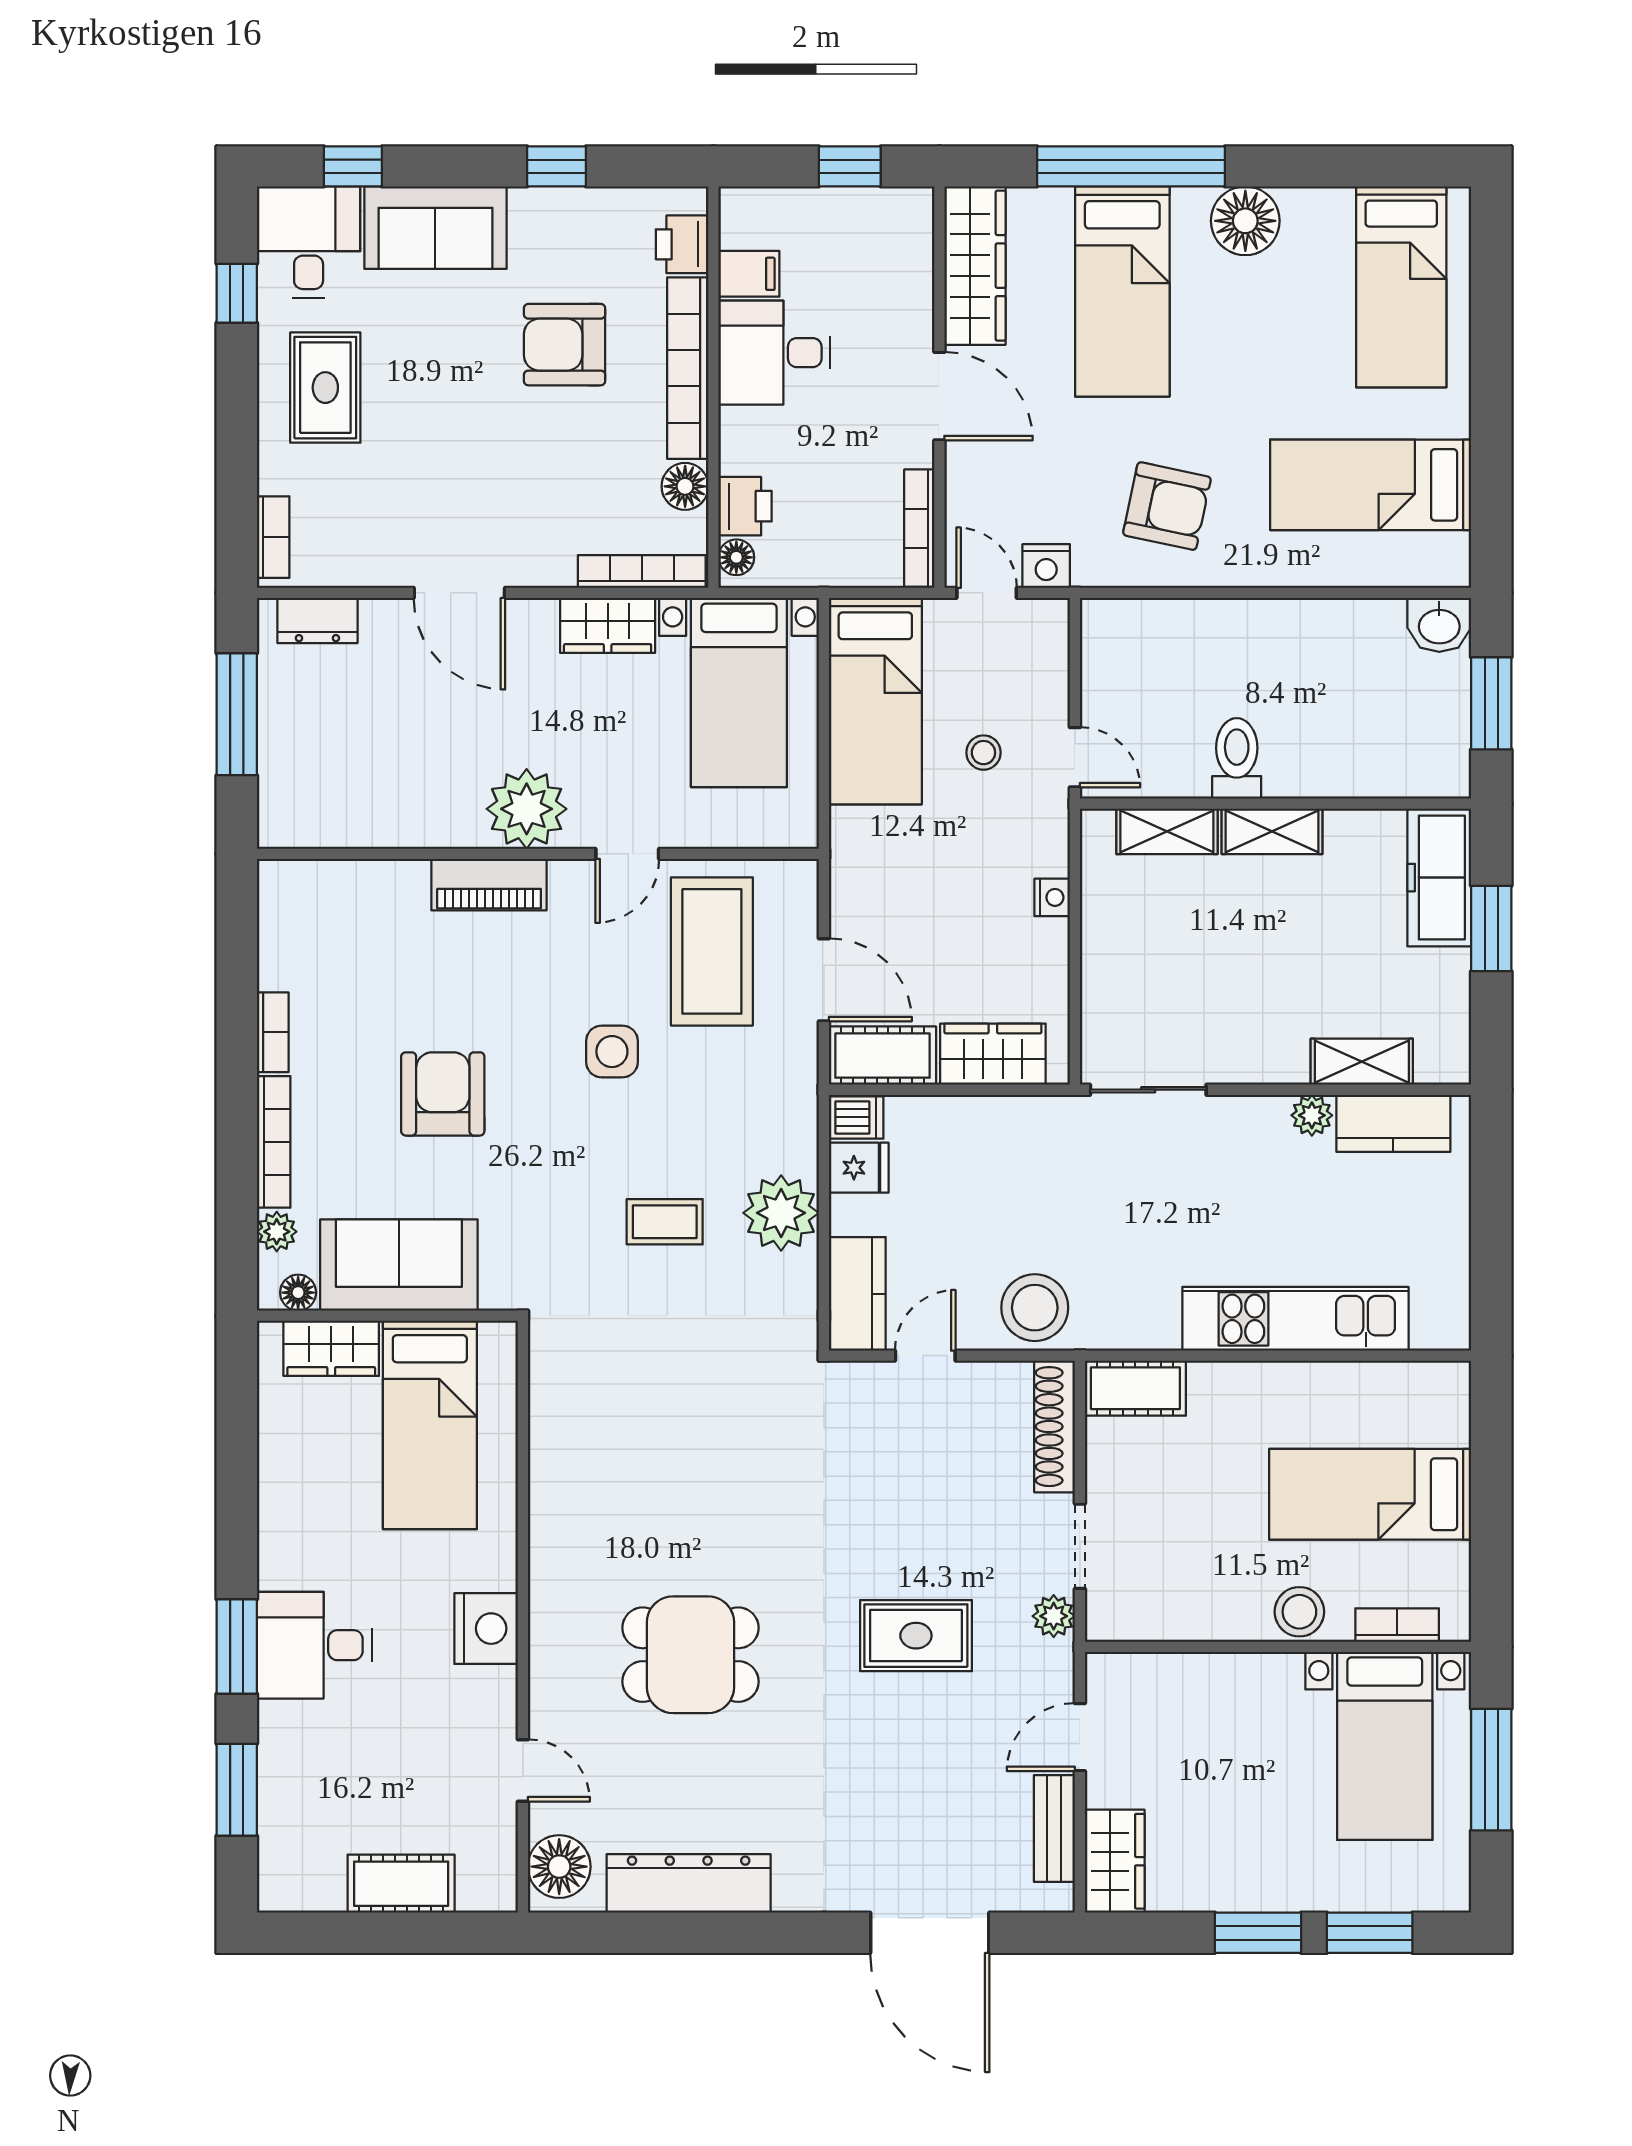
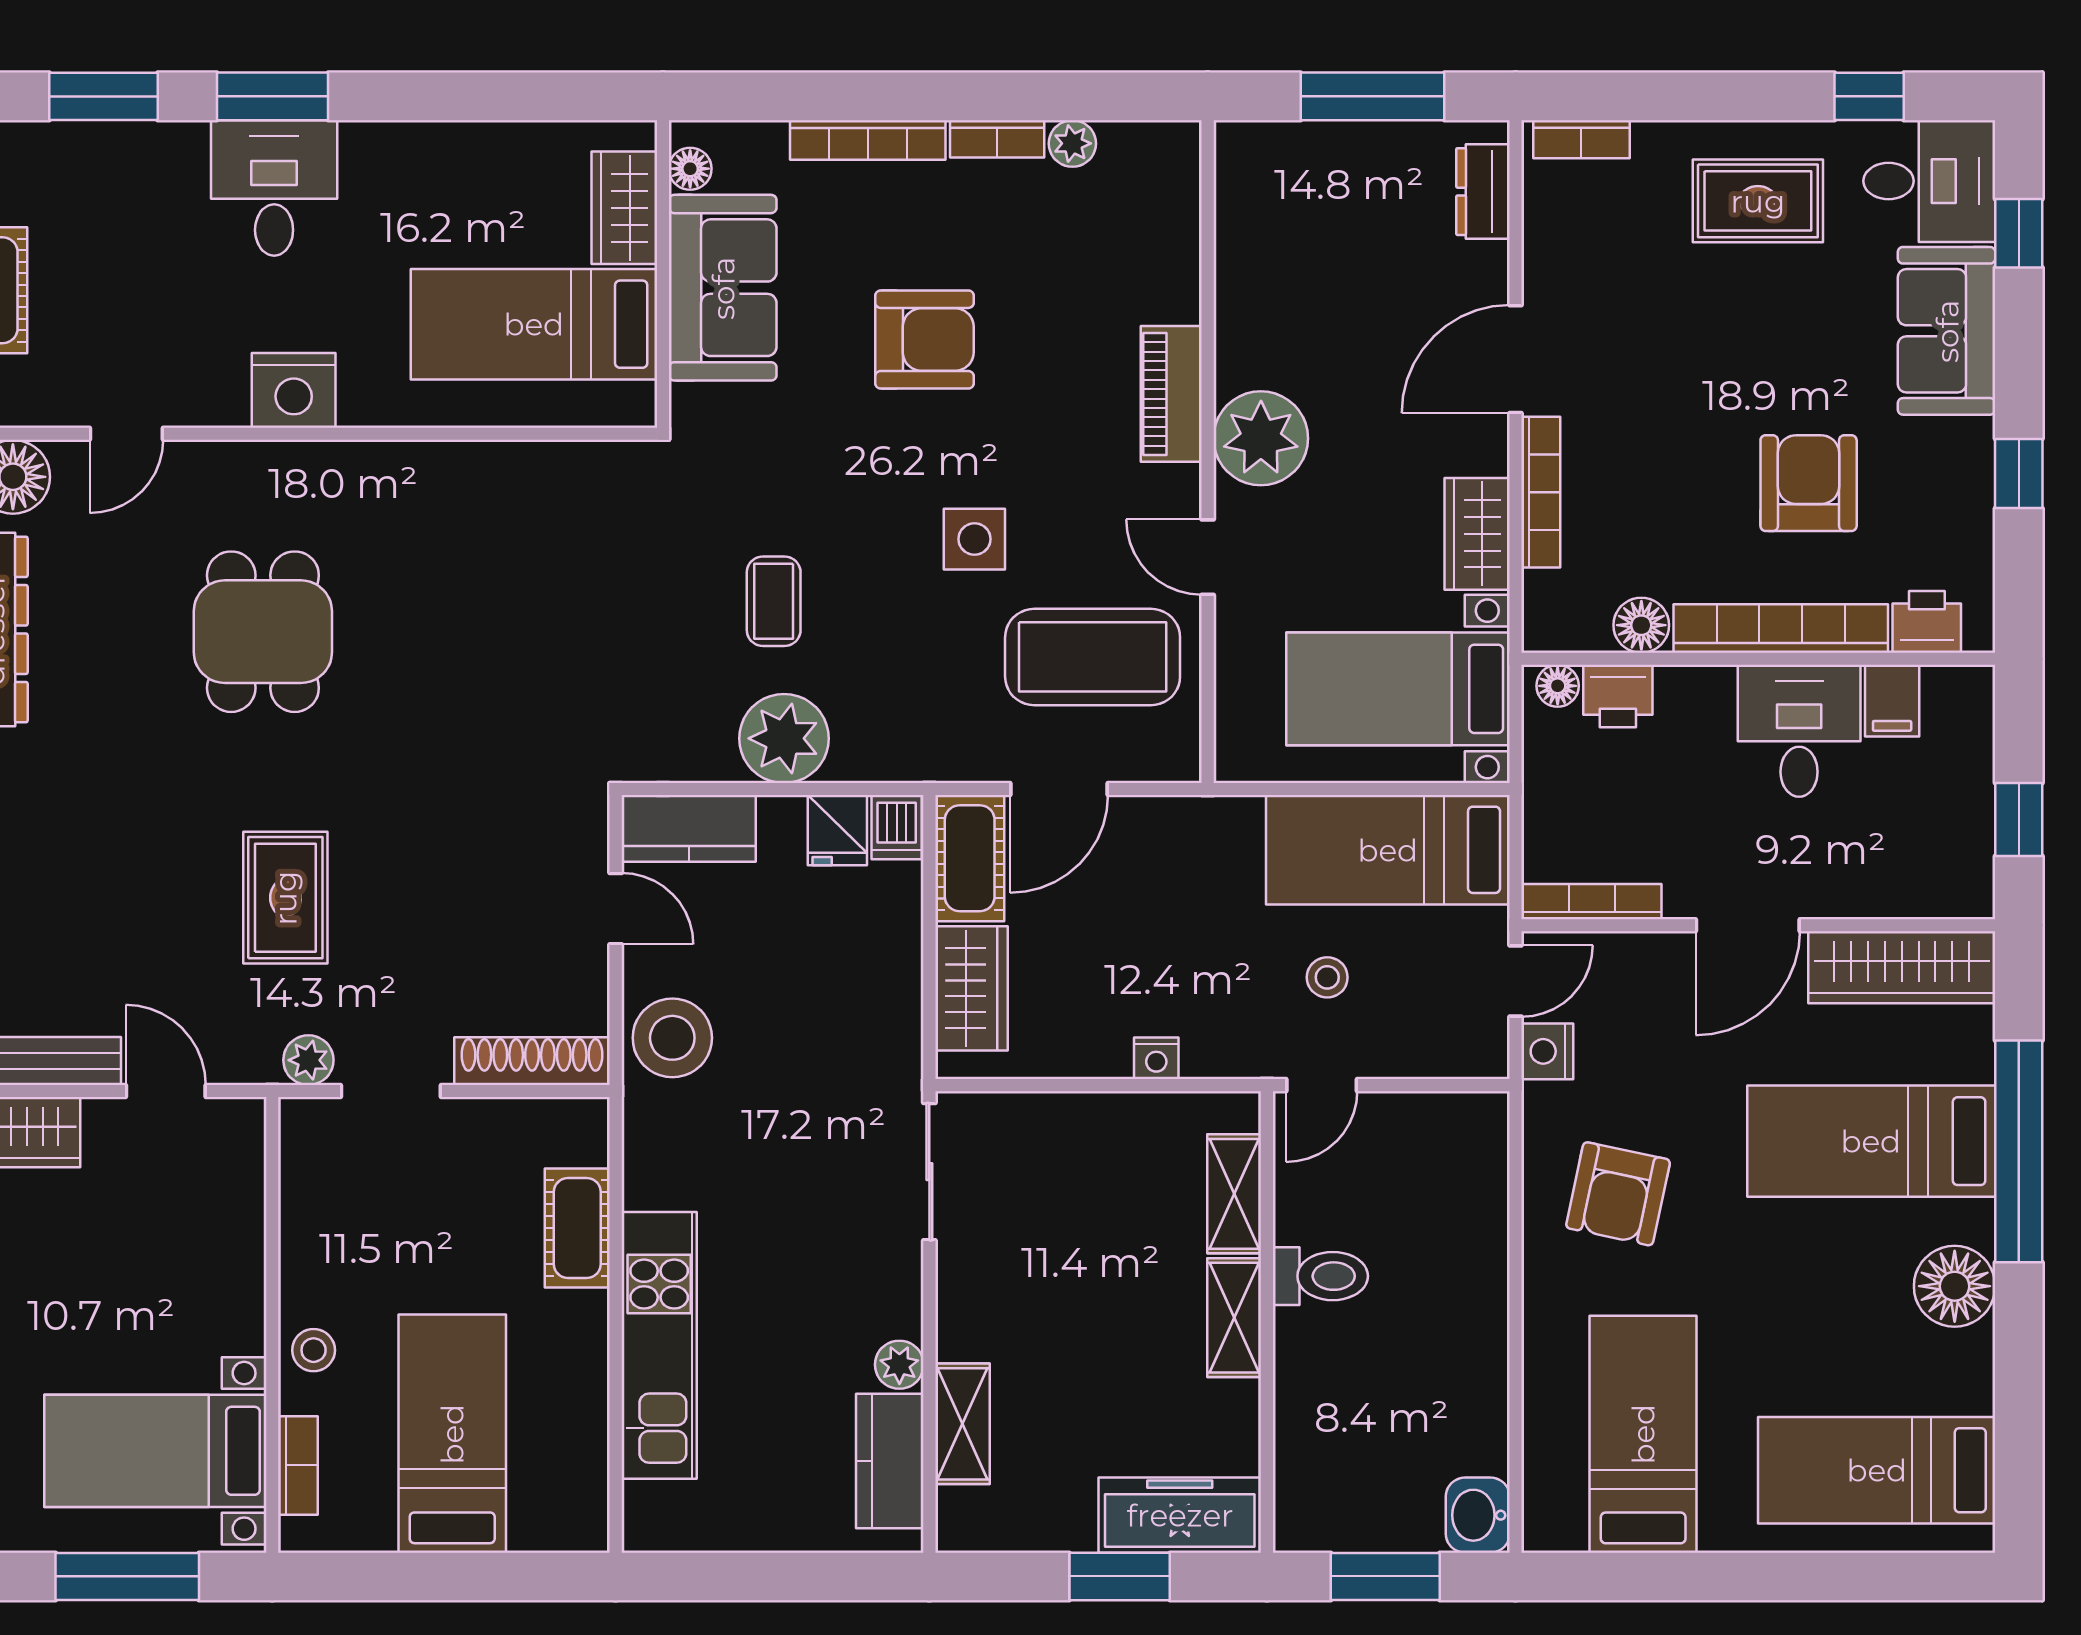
bookcase: (642, 572) -> (1541, 492), moved
plant: (277, 1232) -> (1072, 143), moved
cot: (1135, 1388) -> (577, 1228), moved
stool: (1299, 1612) -> (314, 1350), width x0.73, depth x0.73

